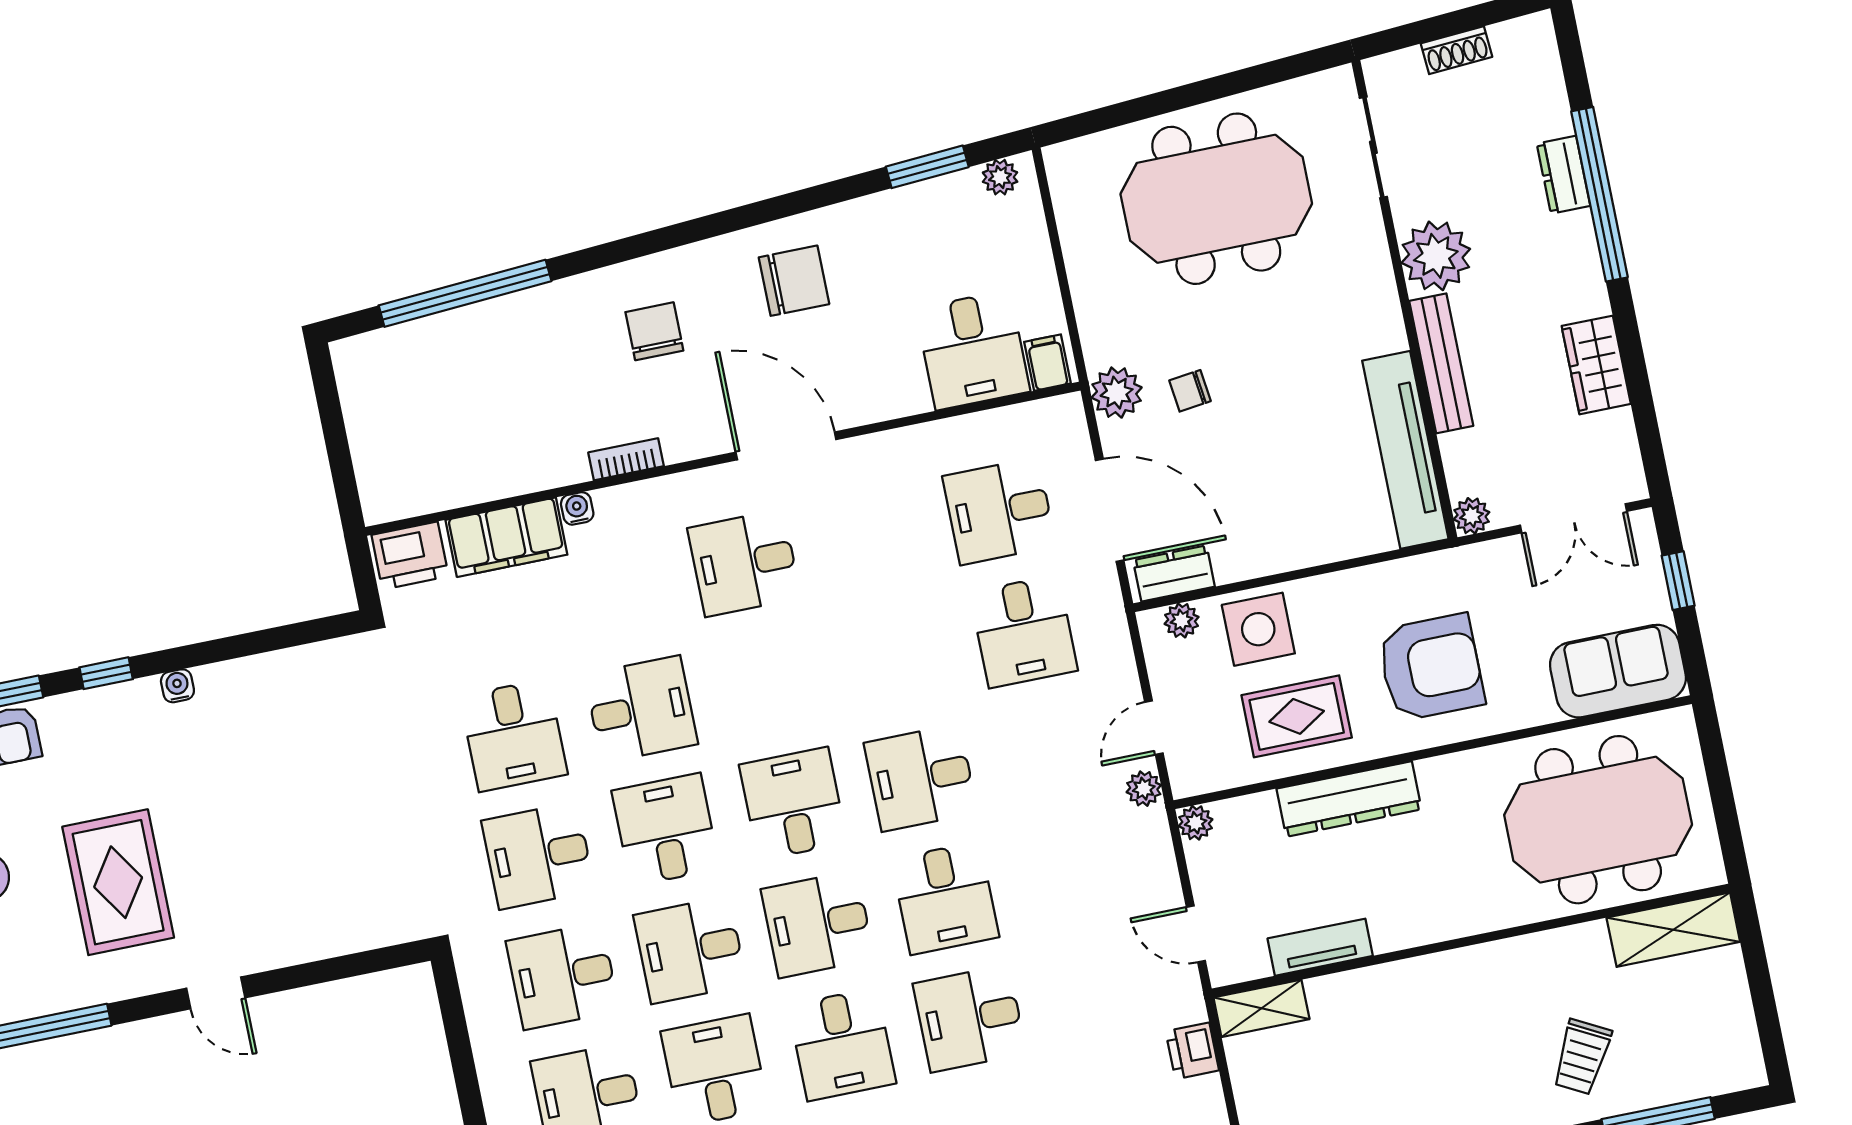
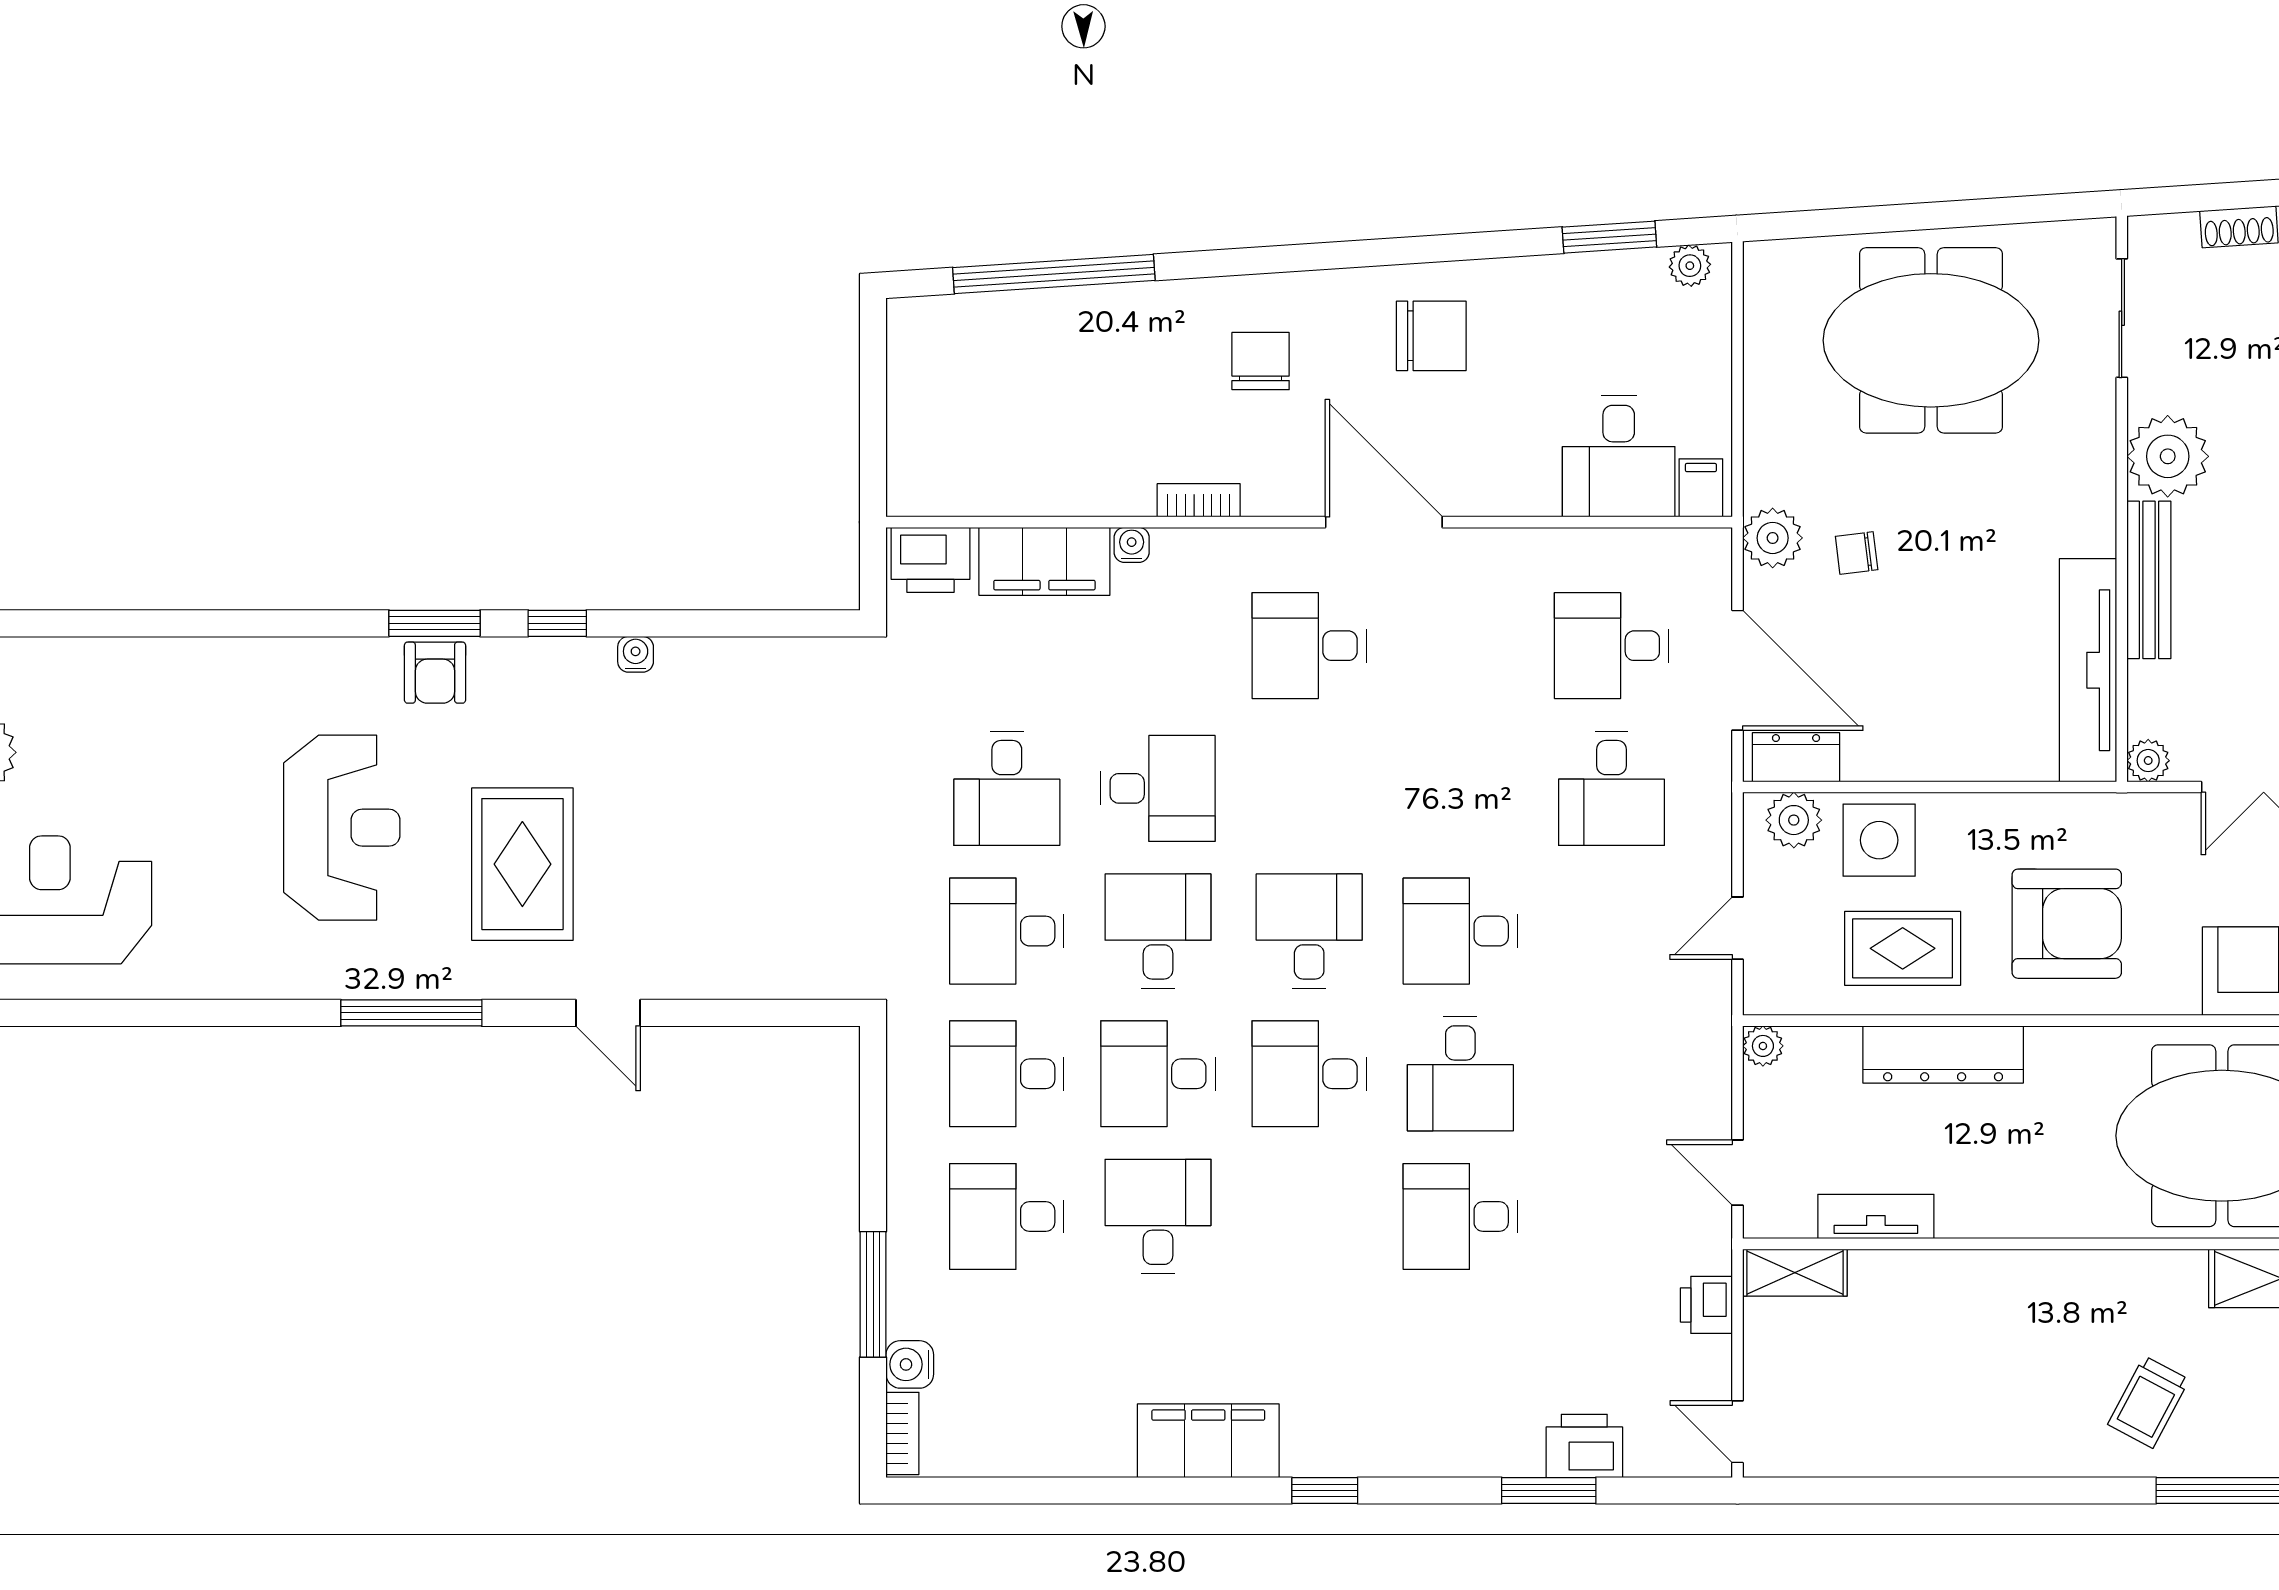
plant: (1182, 620) -> (1794, 820), width x1.38, depth x1.38
plant: (1144, 789) -> (1712, 995), removed
desk: (842, 1044) -> (1309, 1216), removed

